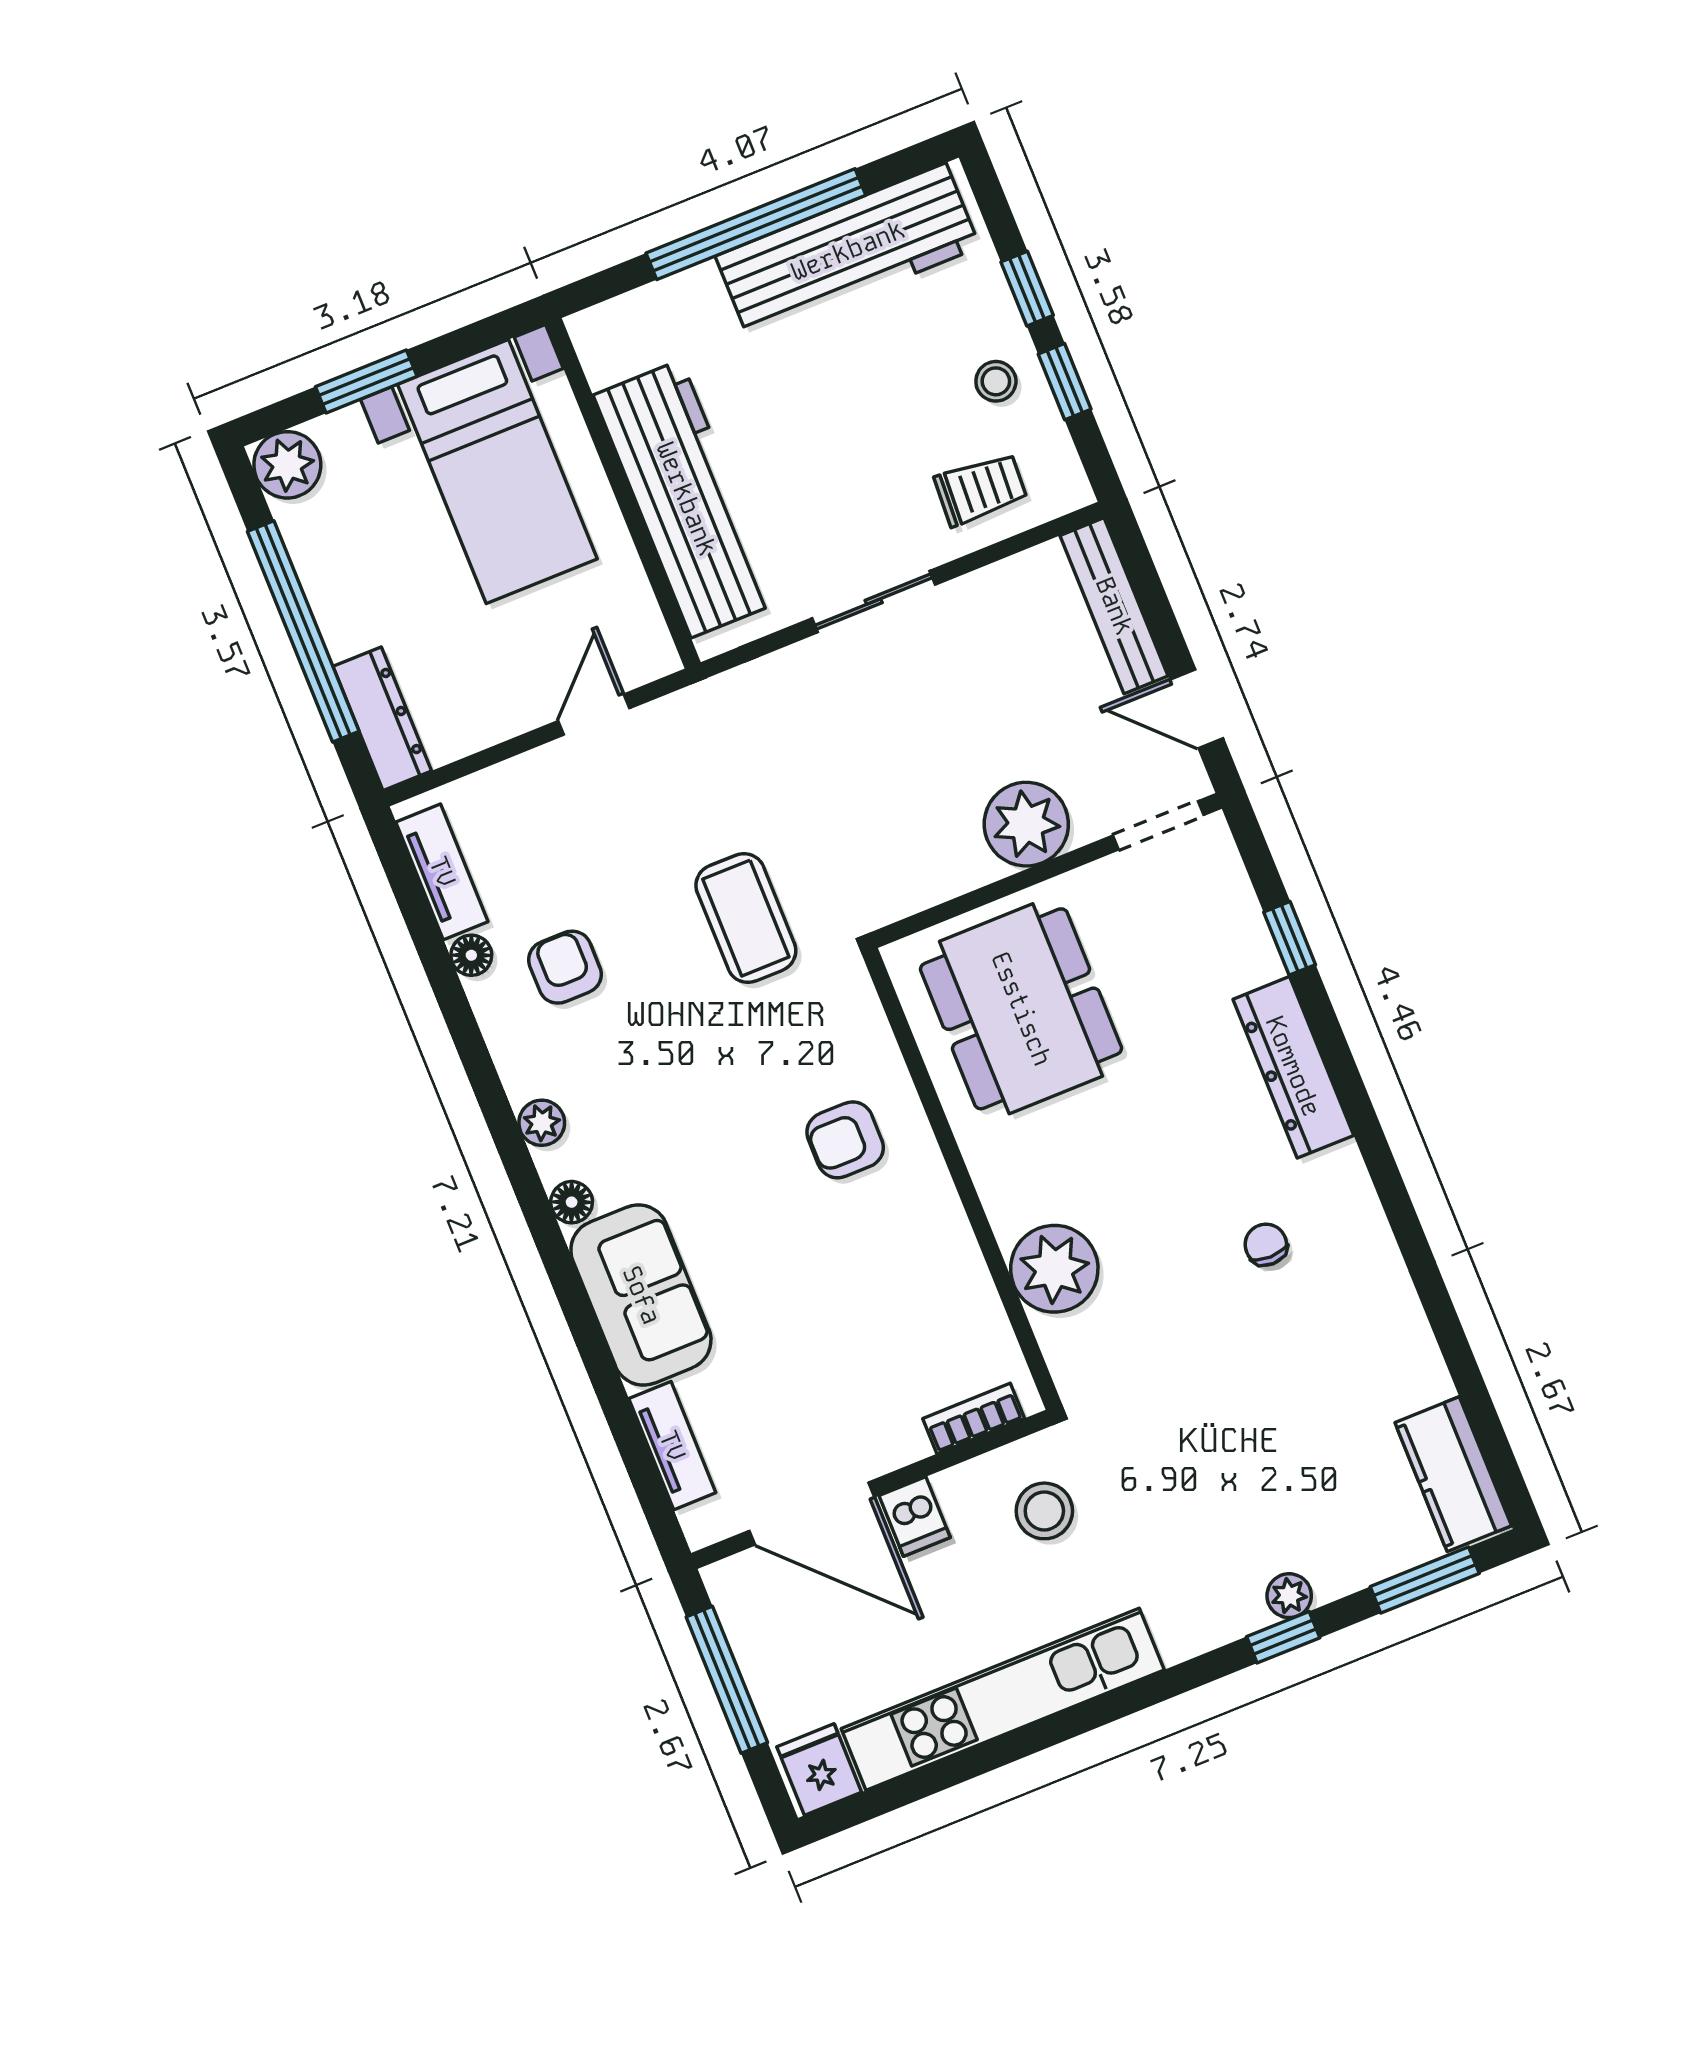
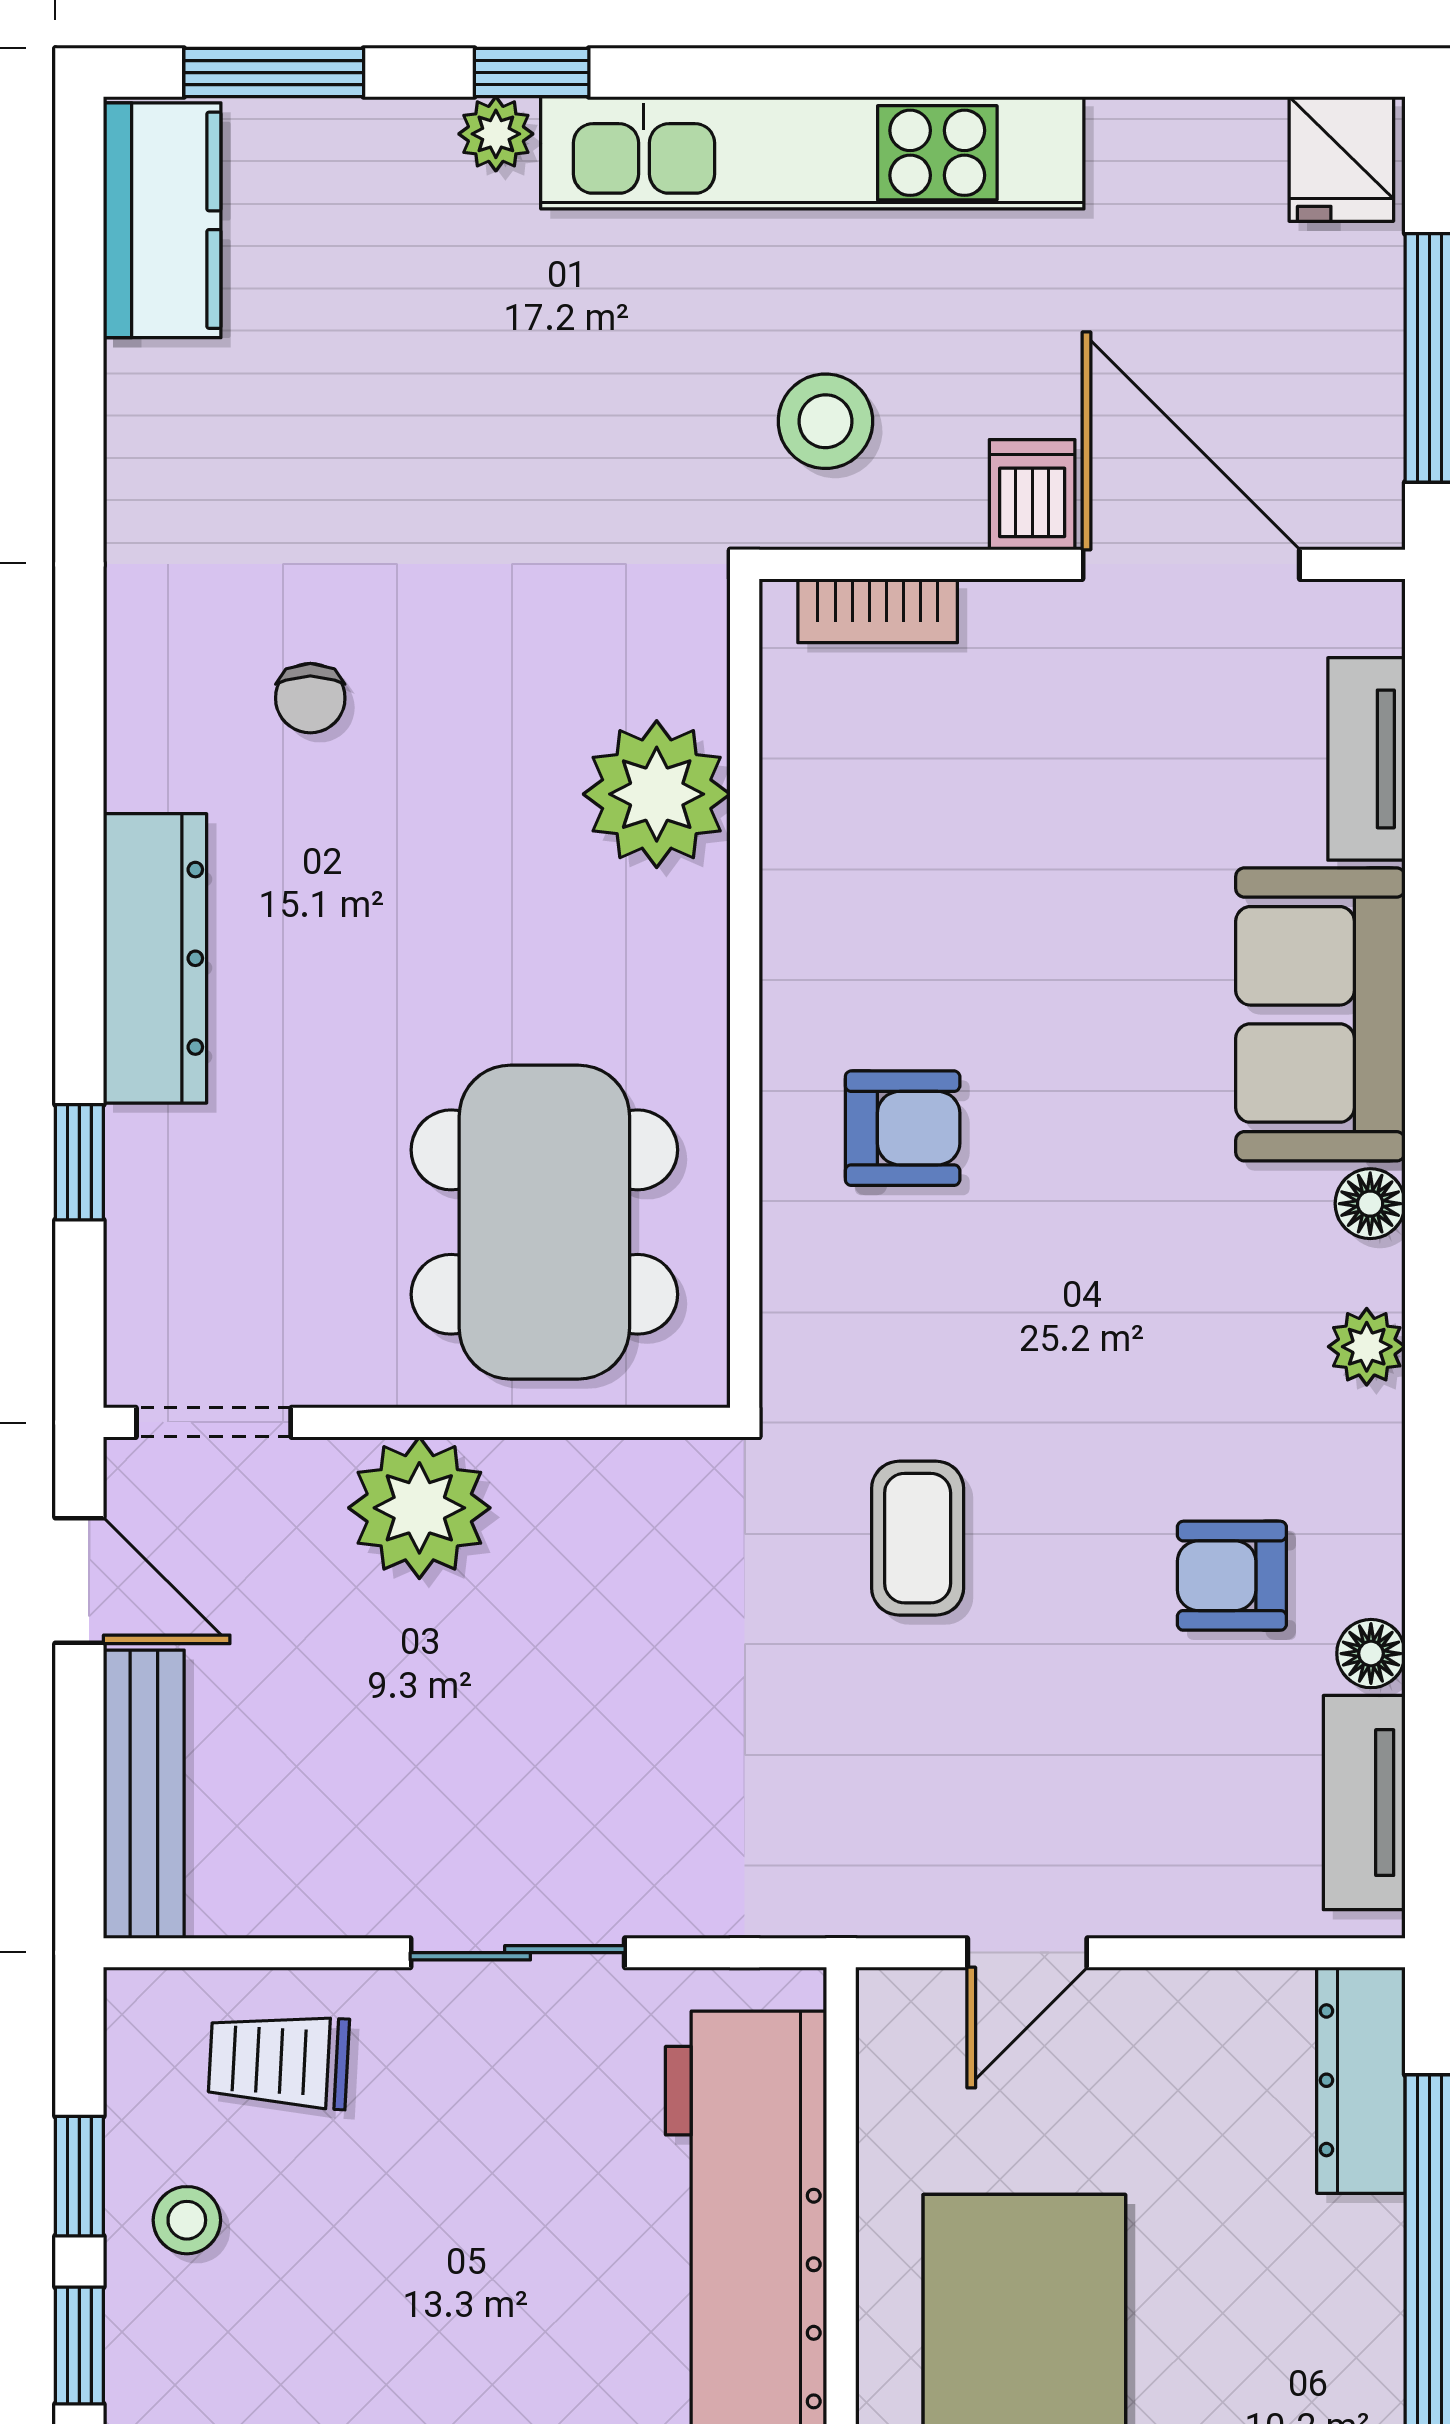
coffee table: (746, 918) -> (918, 1538), width x0.73, depth x0.77
armchair: (565, 967) -> (1232, 1576), turned 90
kitchen unit: (1003, 1699) -> (812, 153), moved

